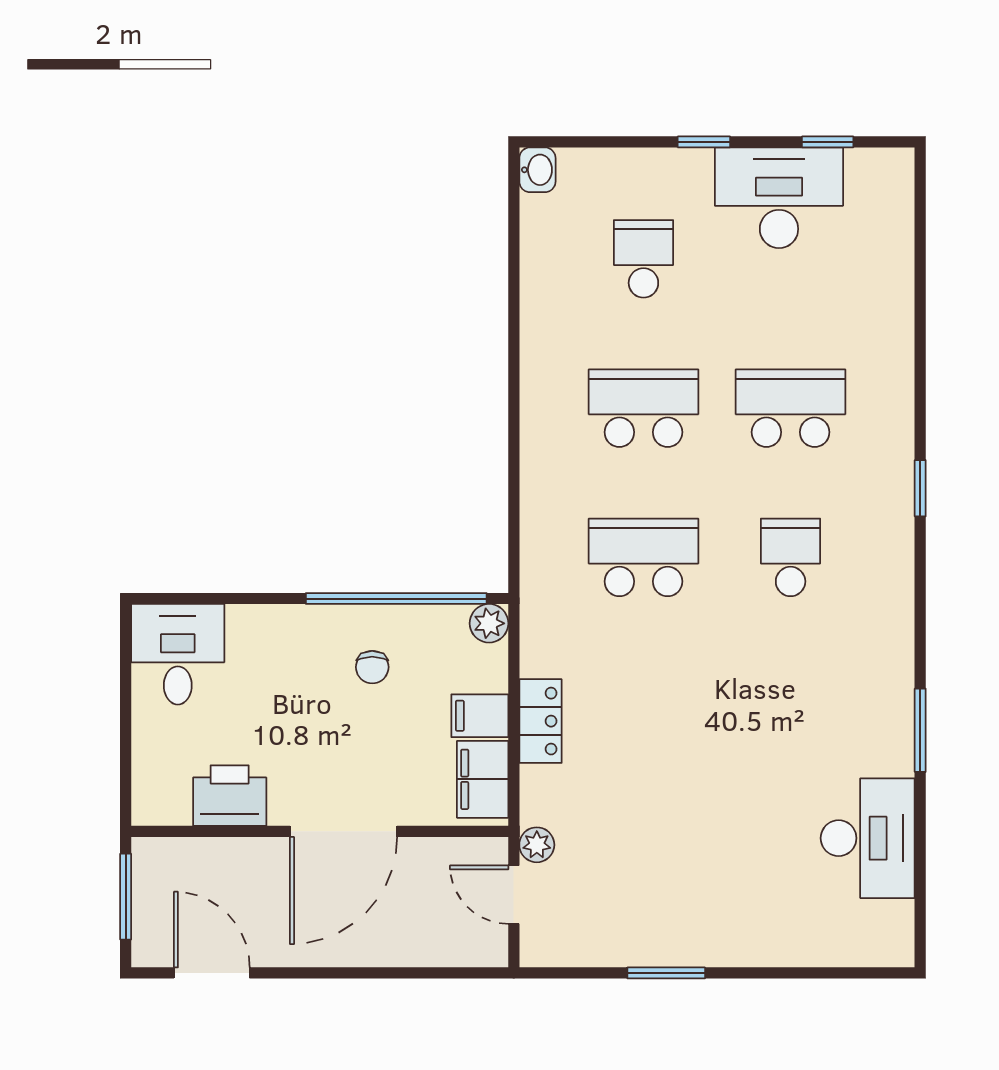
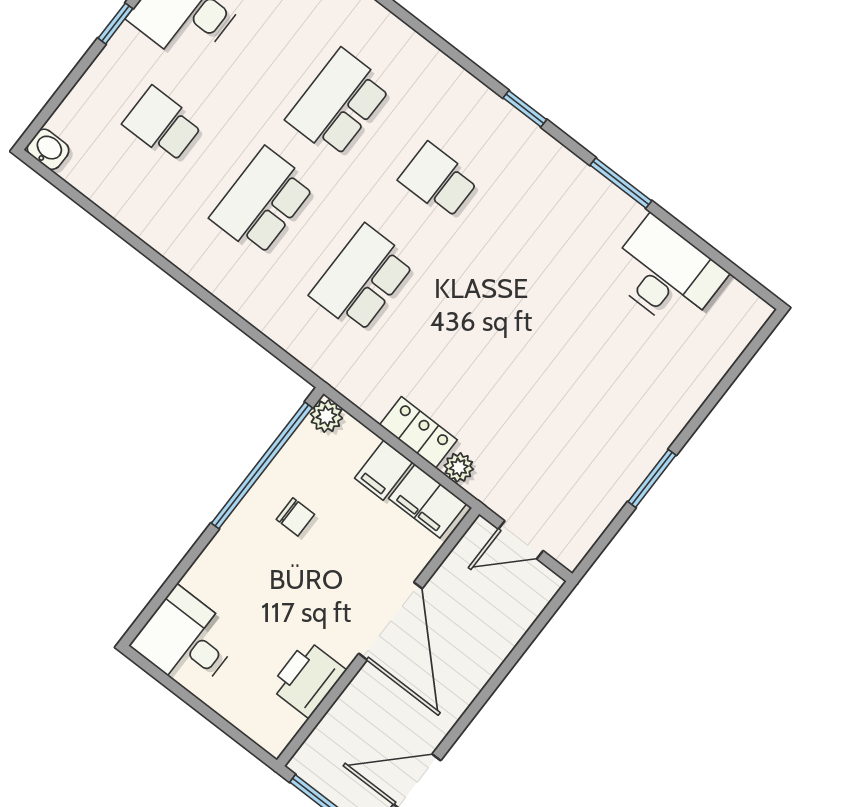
window: (920, 488) -> (525, 109), moved
plant: (537, 845) -> (459, 467), moved

